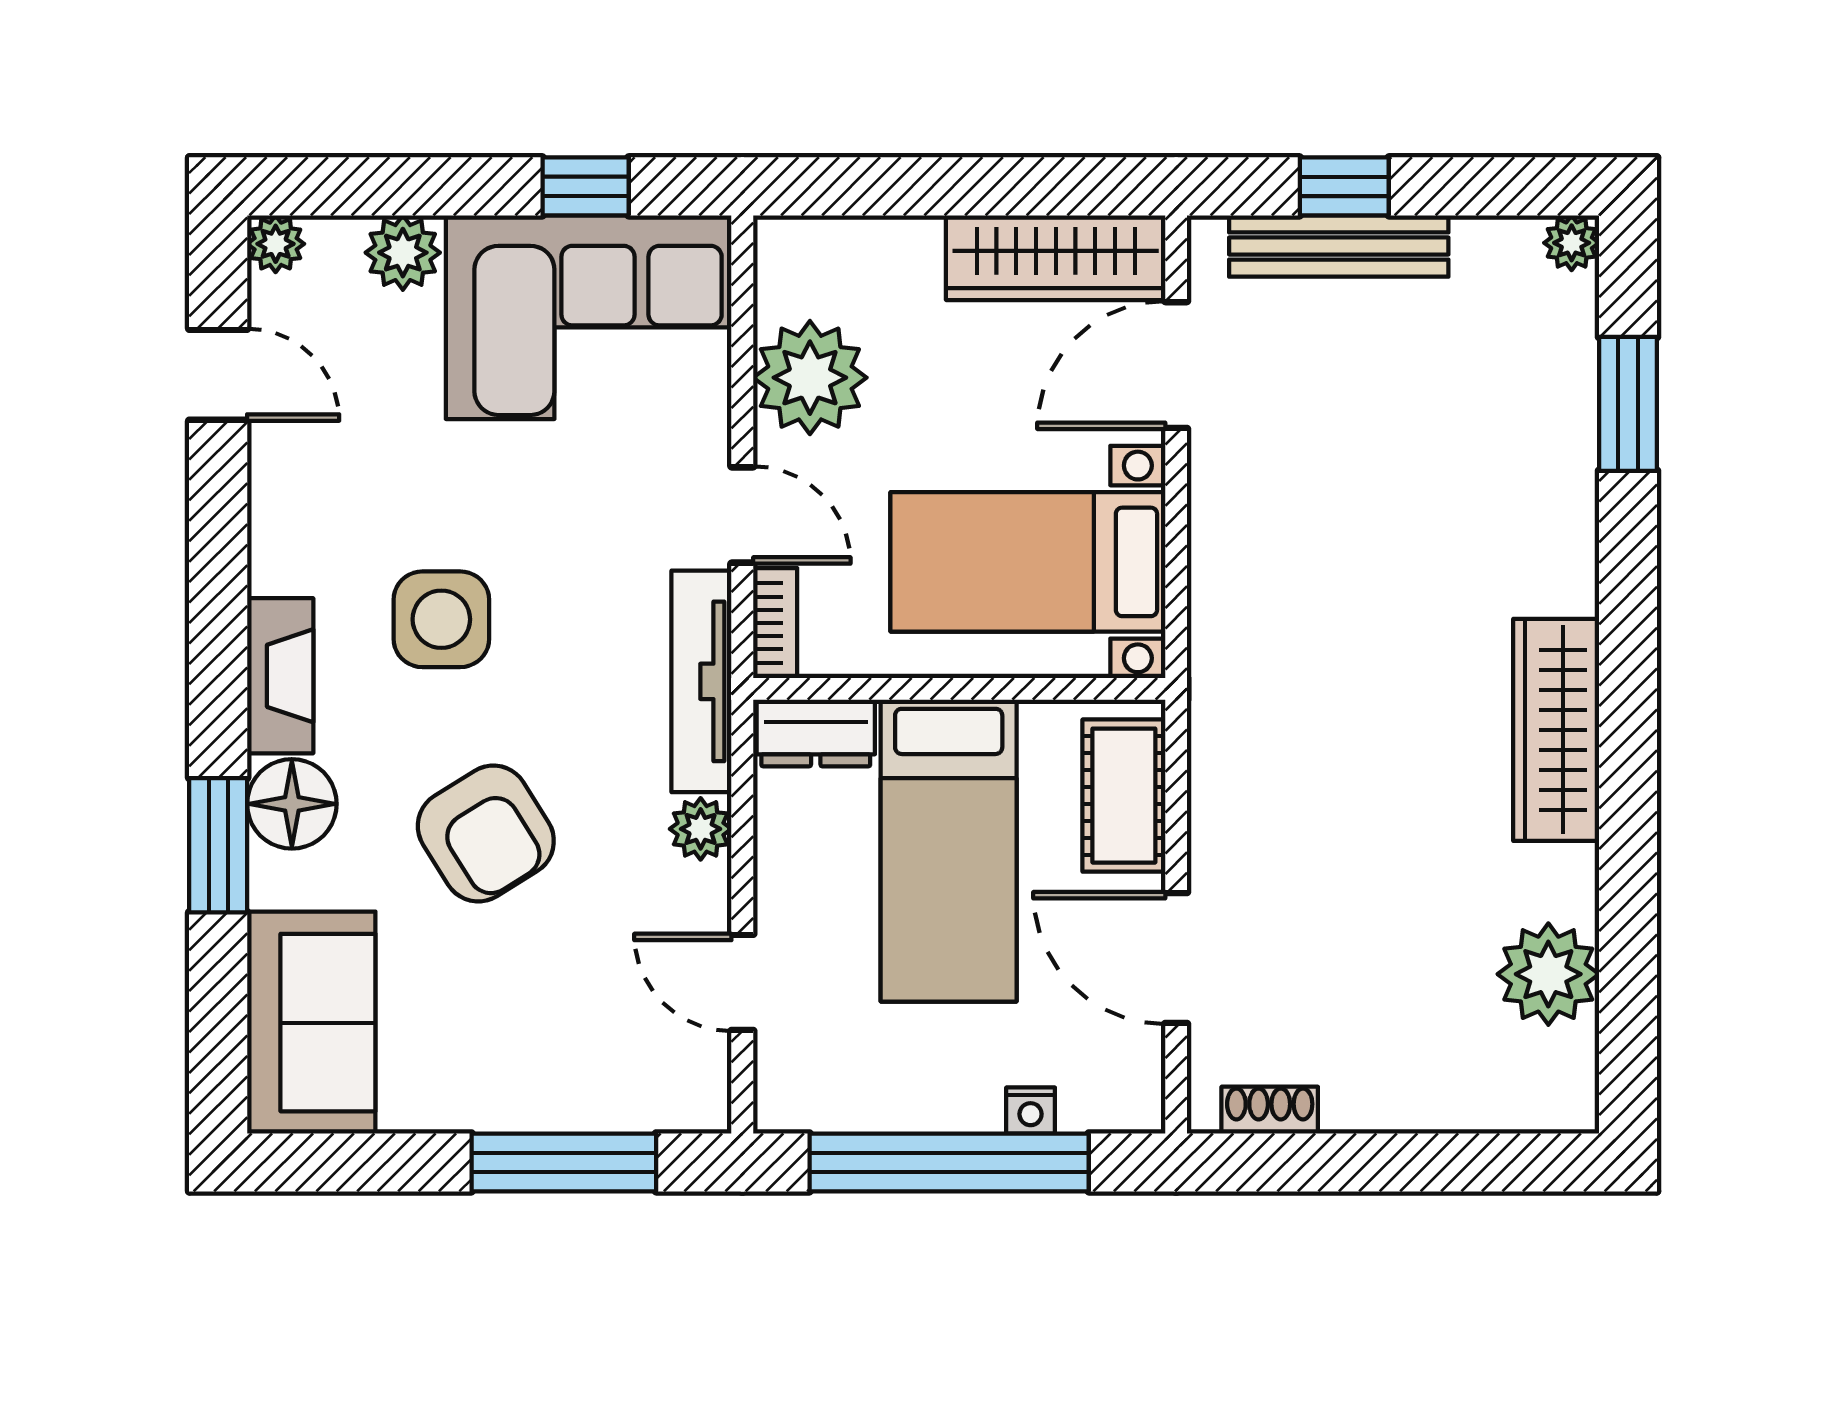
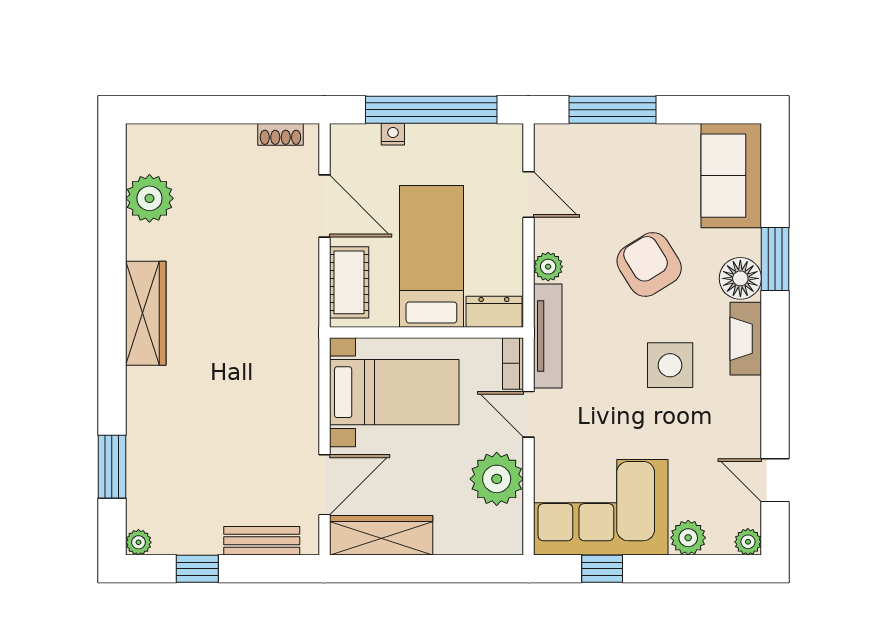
window: (1344, 186) -> (197, 569), moved
bench: (1339, 246) -> (262, 541), width x0.73

